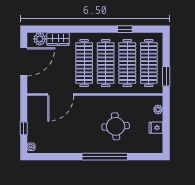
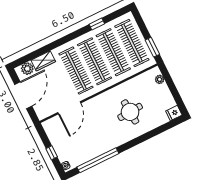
fridge: (156, 128) -> (174, 113), moved
window: (105, 157) -> (98, 160), moved

